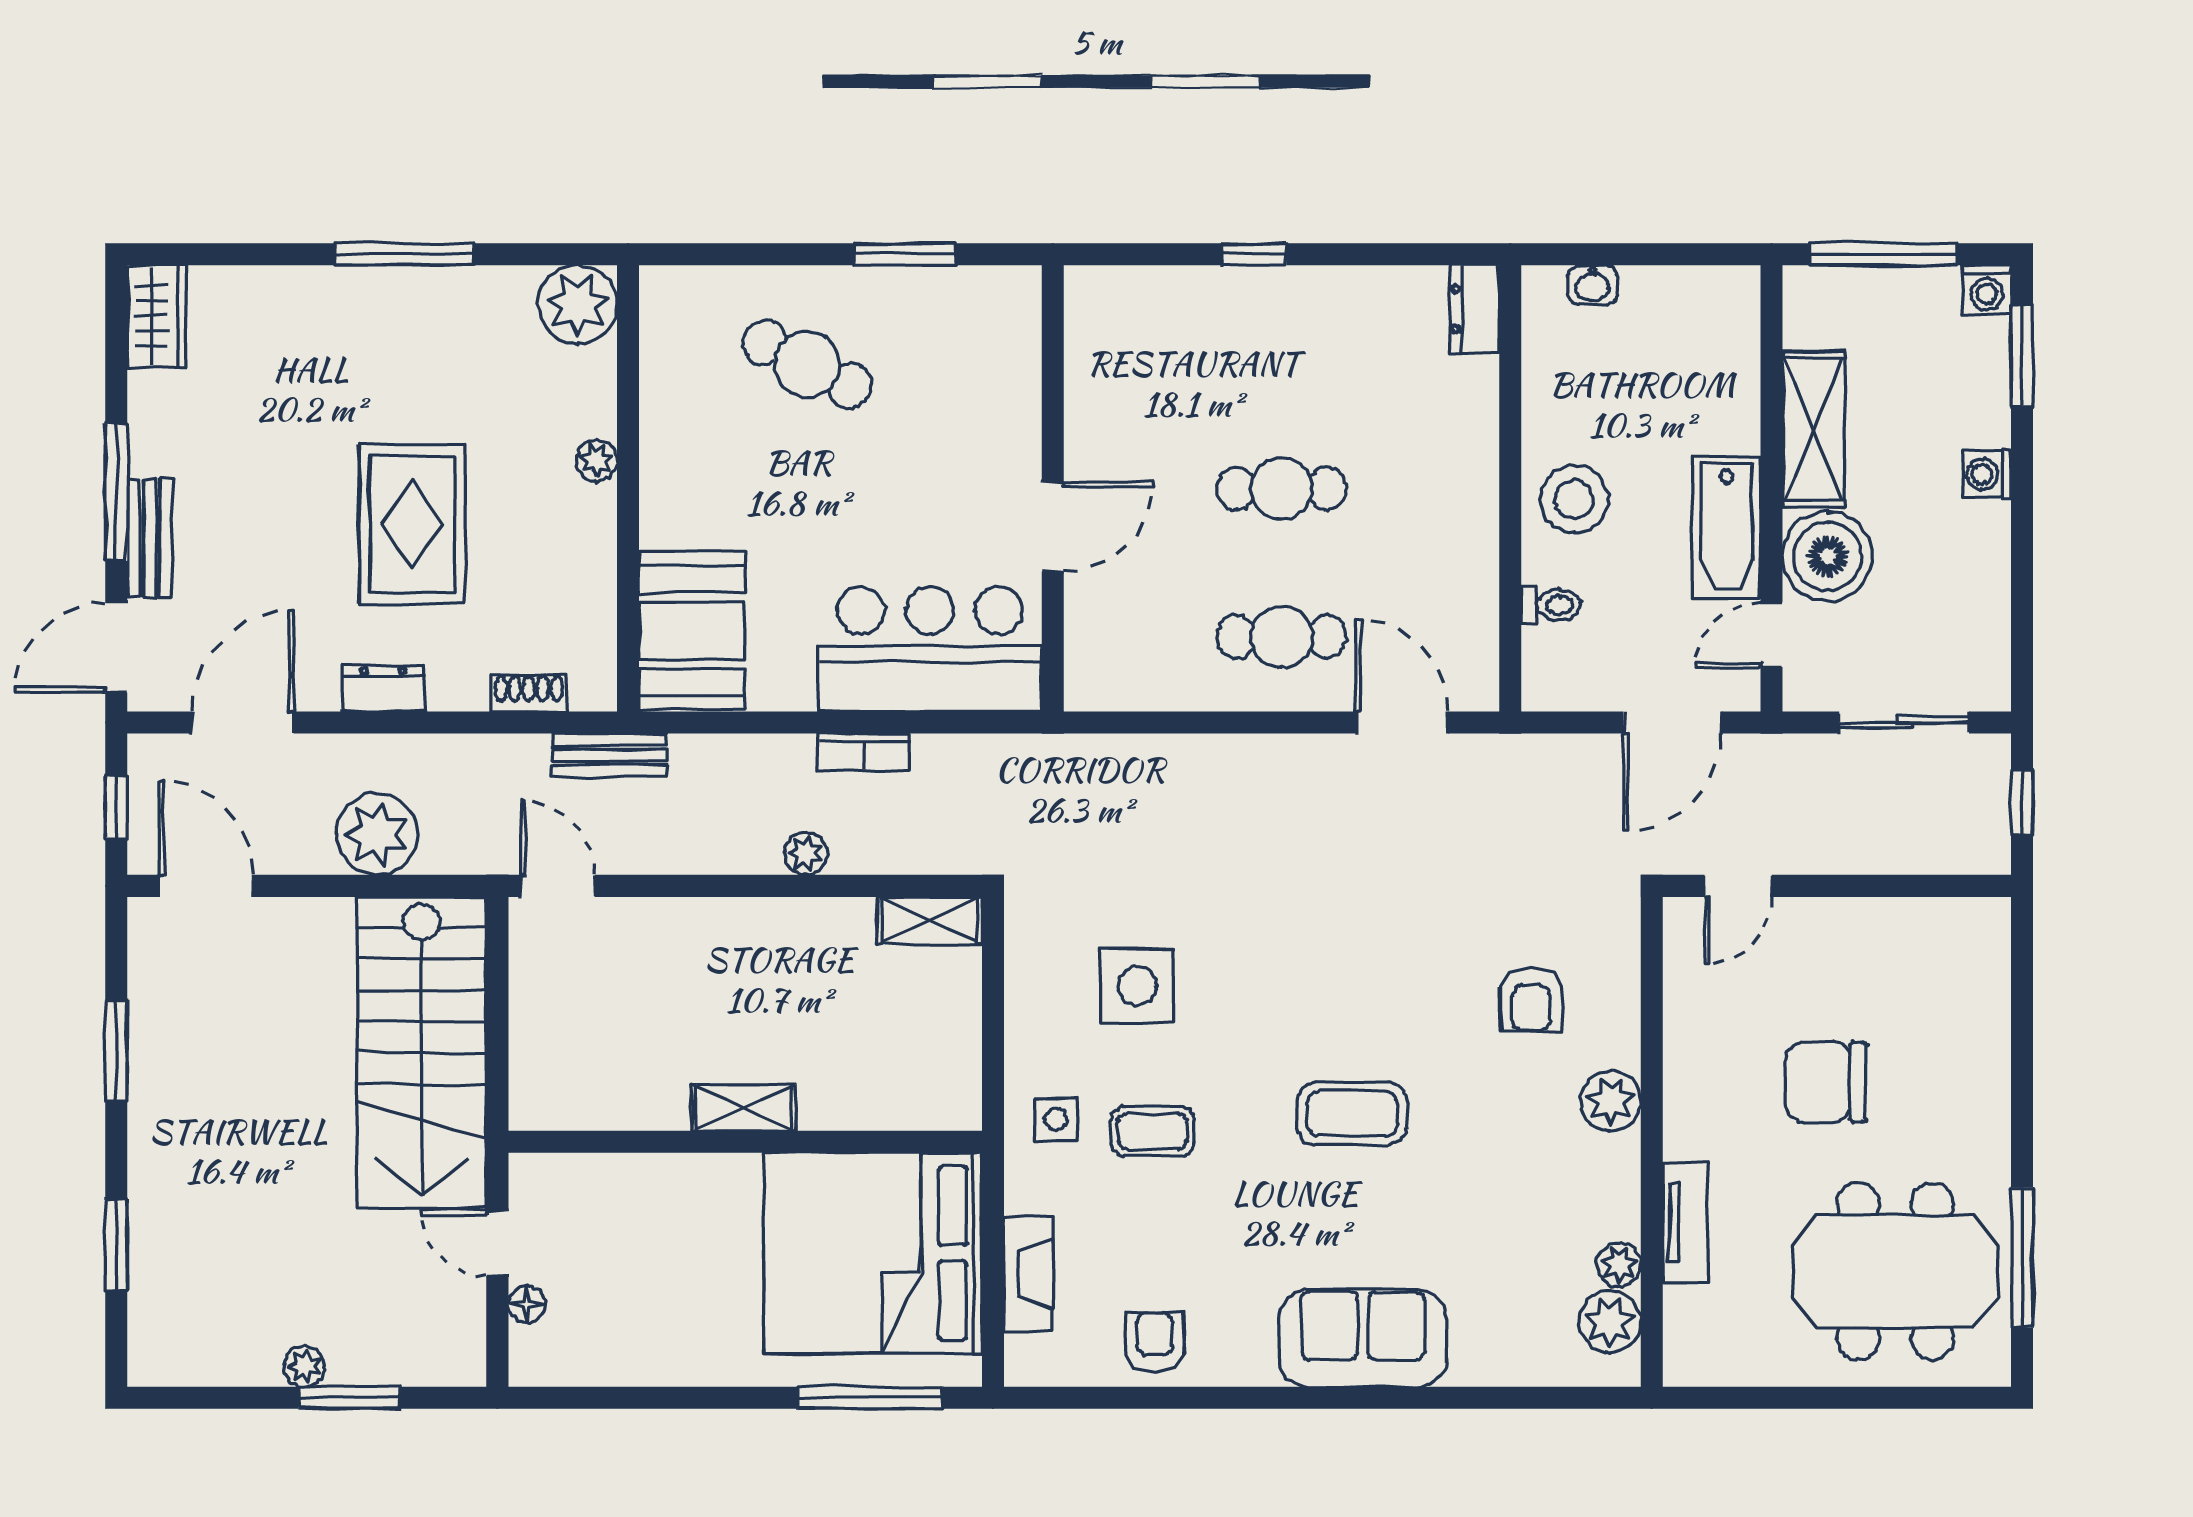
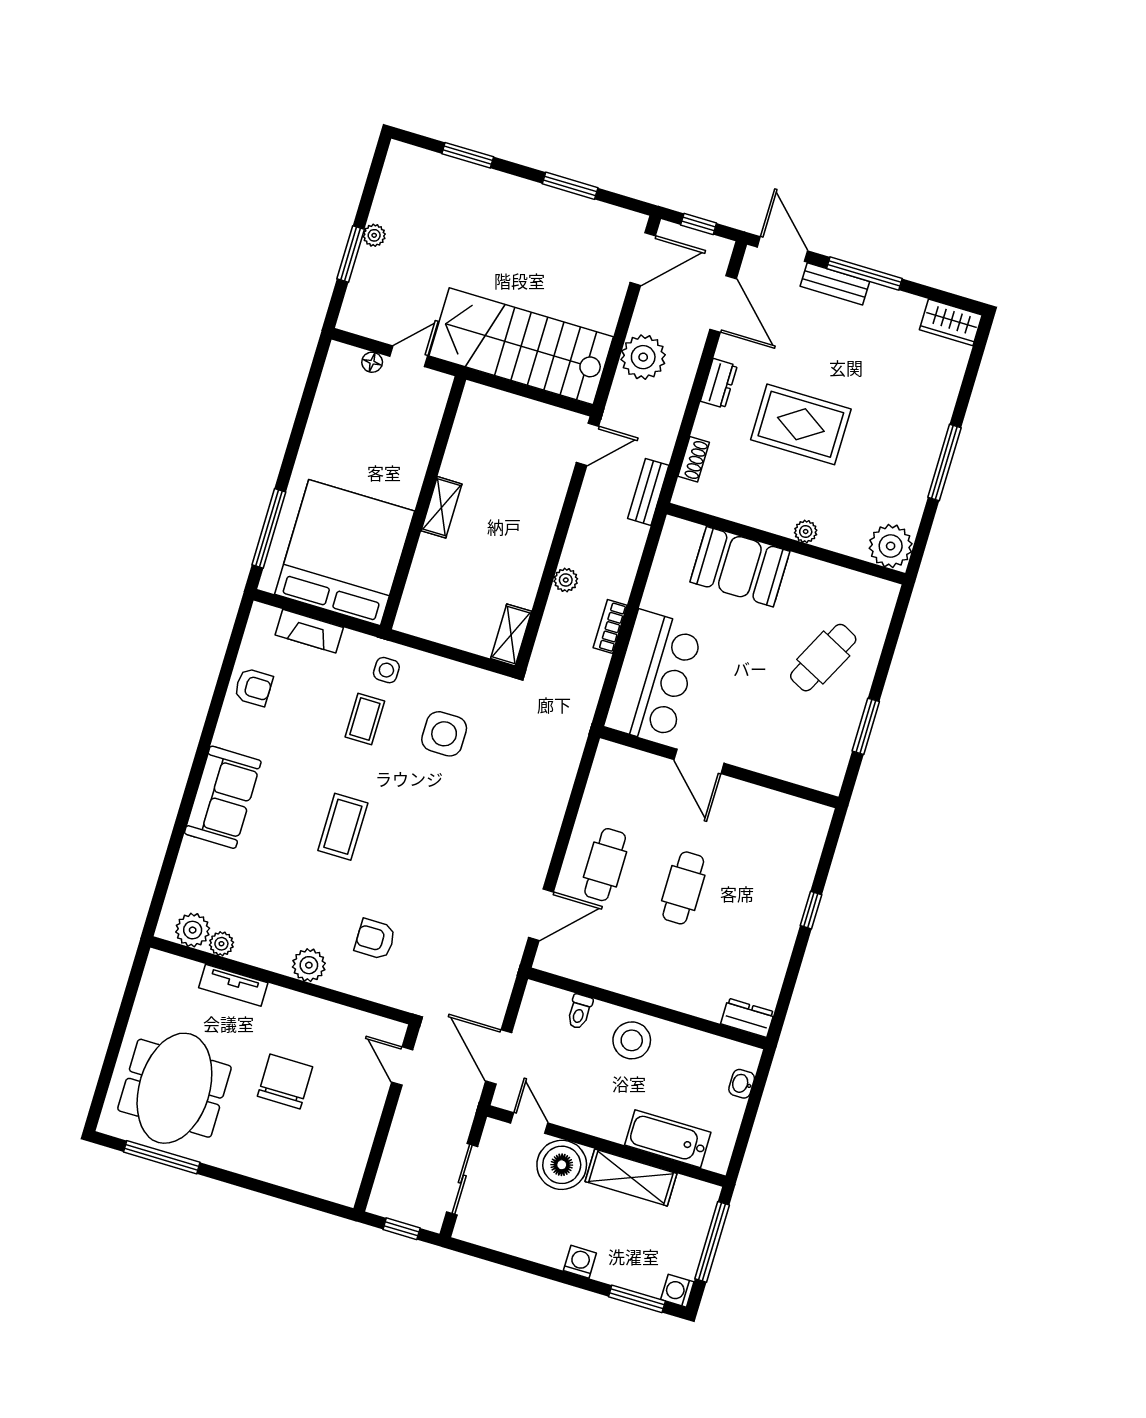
bathtub: (1727, 528) -> (668, 1139), moved
booth: (692, 631) -> (740, 567), moved

